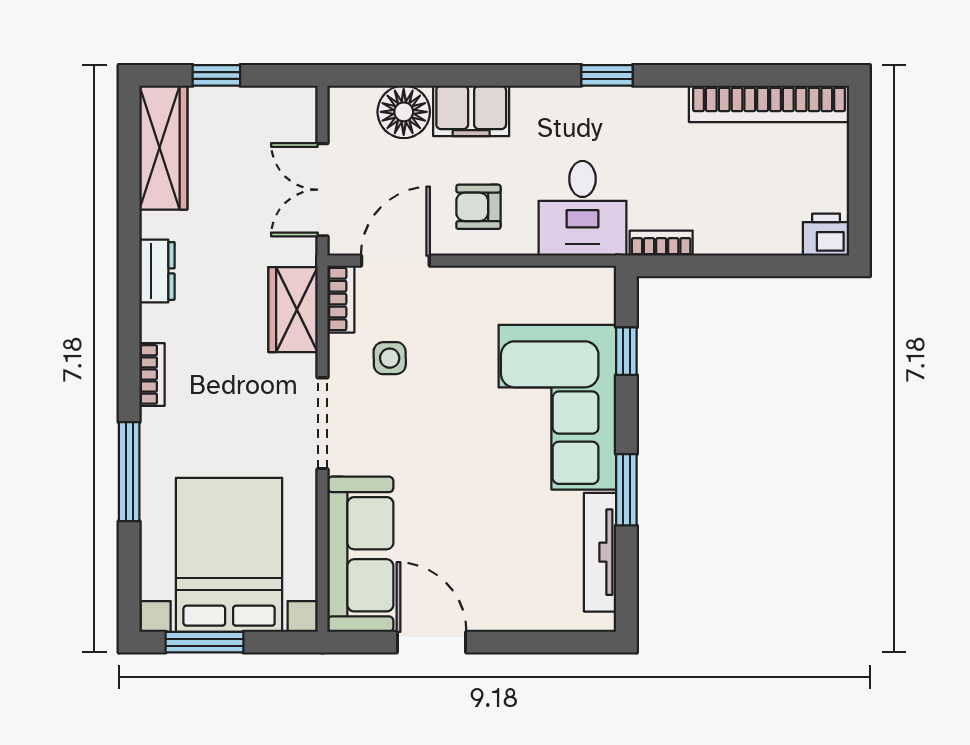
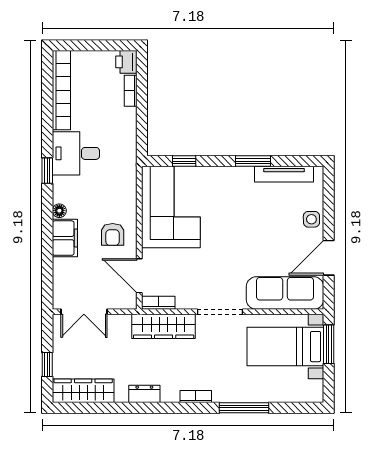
floor lamp: (404, 112) -> (59, 211), moved, width x0.53, depth x0.53
double door: (323, 190) -> (84, 312), moved
desk: (582, 208) -> (76, 153), moved, turned 180
bookcase: (661, 243) -> (131, 91), moved
wardrobe: (293, 310) -> (164, 326), width x1.50
side table: (390, 358) -> (311, 219), moved
corner sofa: (557, 407) -> (171, 207), moved, turned -90
bed with nightstands: (229, 555) -> (285, 347), width x0.73
window: (204, 642) -> (329, 344), moved

